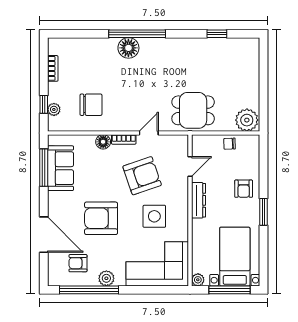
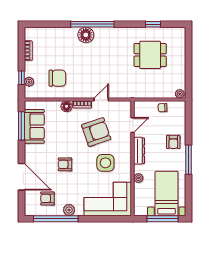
dining table: (193, 110) -> (150, 55), moved
plant: (247, 120) -> (180, 94), width x0.53, depth x0.53
window: (264, 212) -> (188, 160), width x1.44
armchair: (101, 218) -> (65, 164), width x0.53, depth x0.53
plant: (198, 280) -> (138, 178), moved

